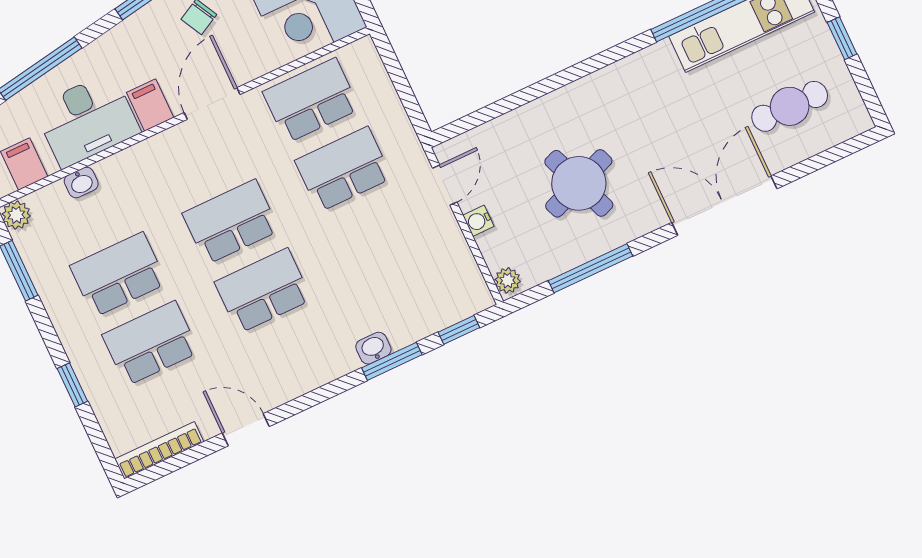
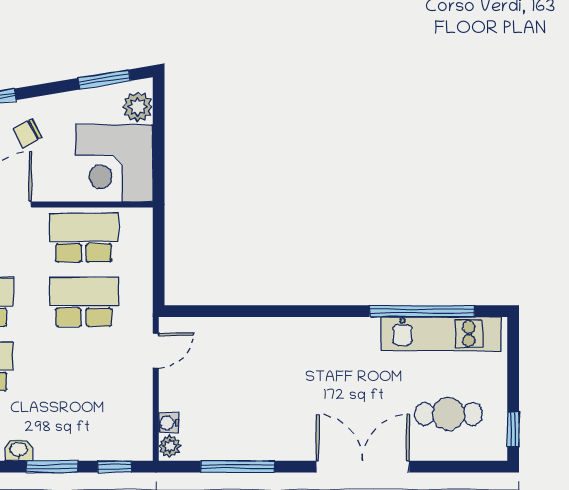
window: (842, 38) -> (513, 429), moved
round table: (579, 183) -> (259, 397), removed
water cooler: (478, 221) -> (169, 423), moved
washbasin: (373, 348) -> (19, 450), moved

